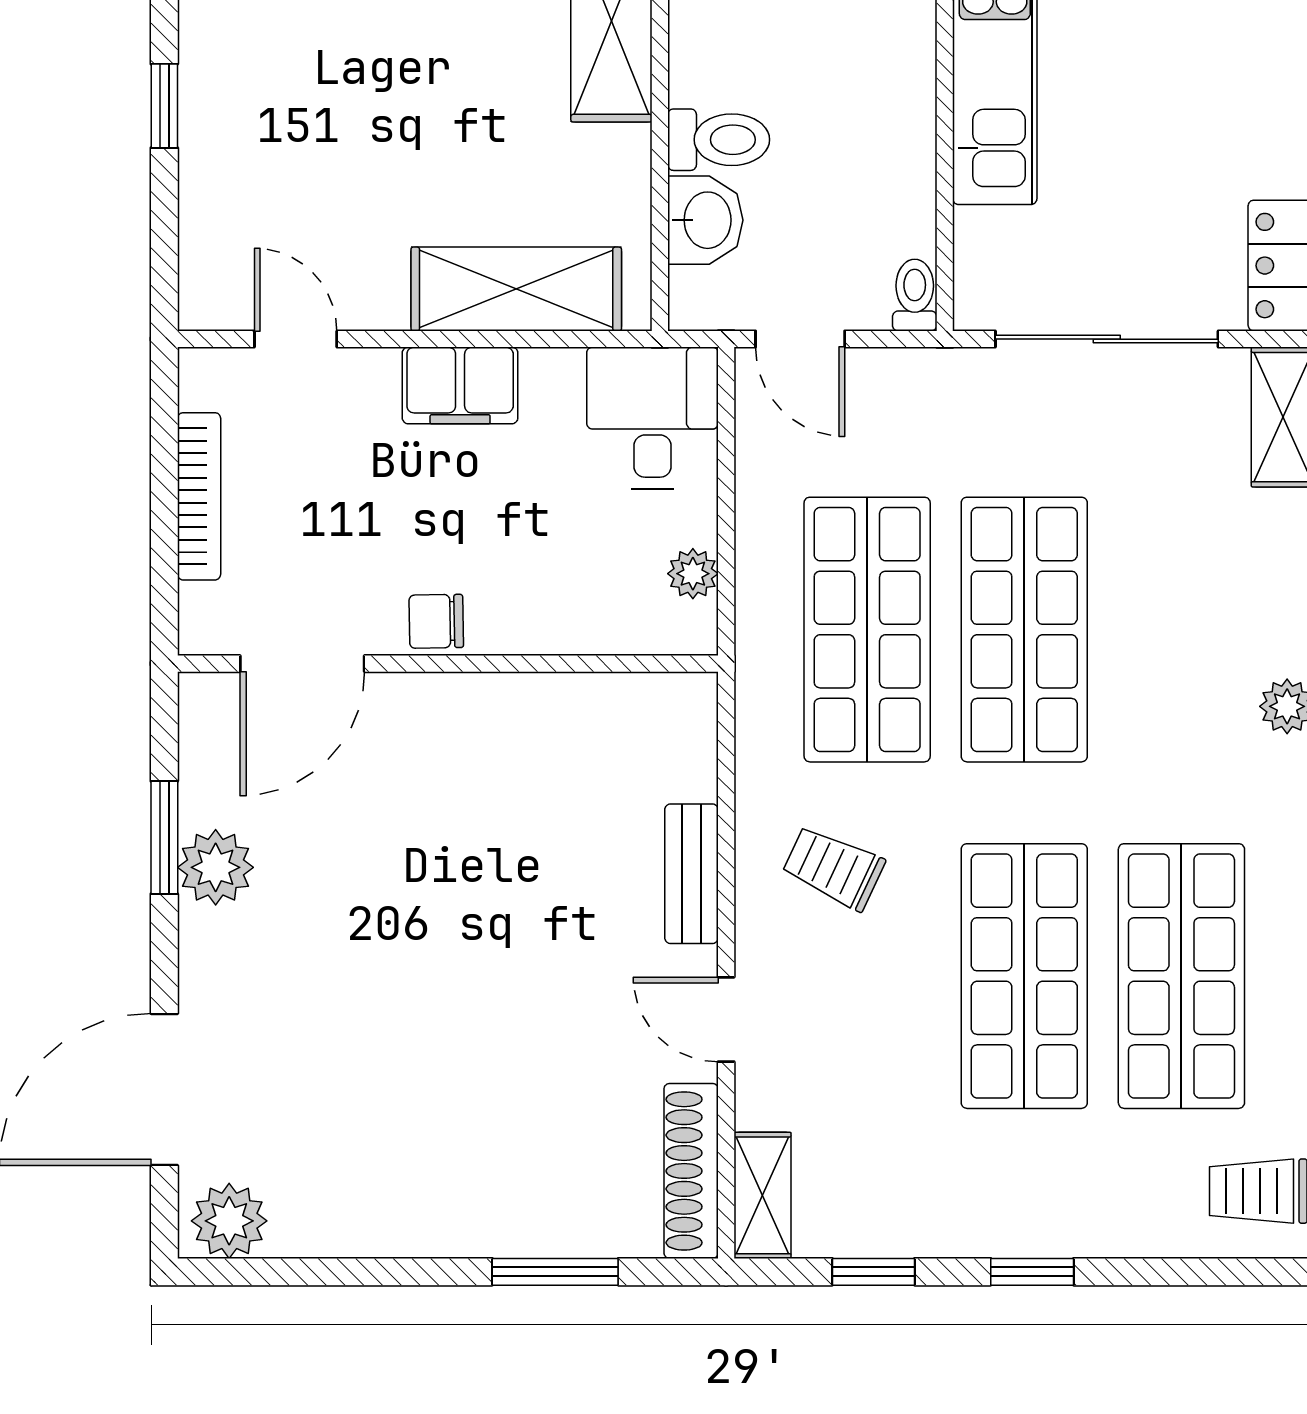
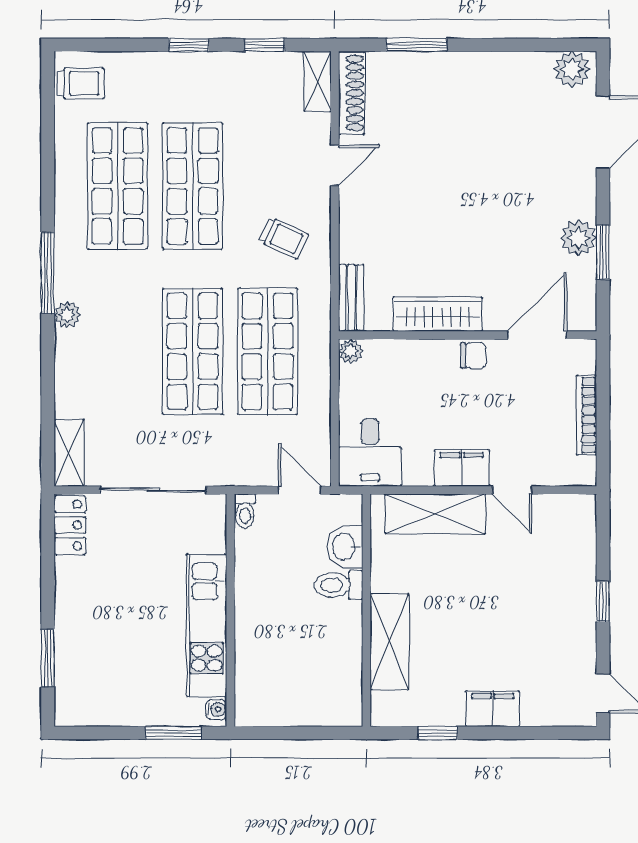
door: (296, 339) -> (512, 490), moved
plant: (693, 574) -> (351, 351), moved
wardrobe: (511, 708) -> (438, 314), added
bench: (692, 874) -> (351, 298), moved
door: (726, 1019) -> (335, 165), hinge flipped

